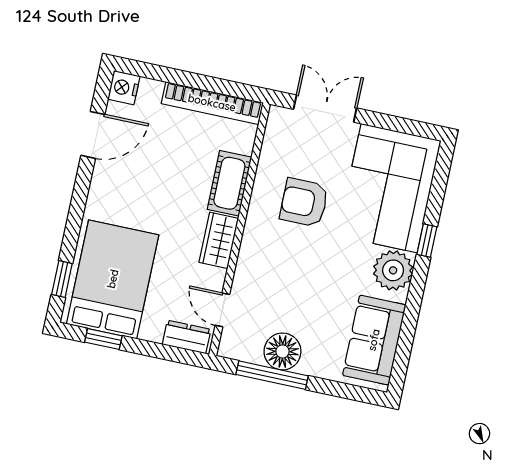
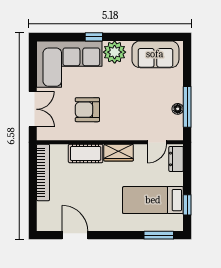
nightstand: (124, 88) -> (45, 224), removed
double door: (325, 109) -> (33, 109), swing flipped
armchair: (304, 203) -> (87, 110), turned 90
window: (62, 279) -> (159, 235), width x1.50
bed: (113, 279) -> (153, 200), width x0.67
floor lamp: (282, 351) -> (178, 109), width x0.53, depth x0.53

